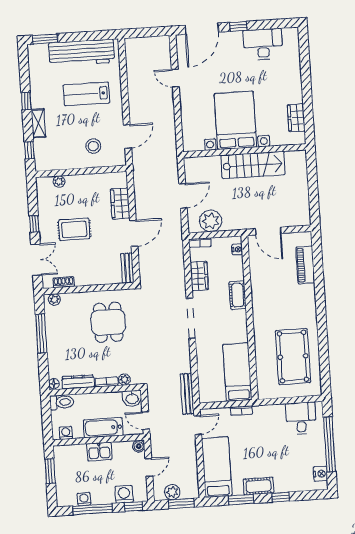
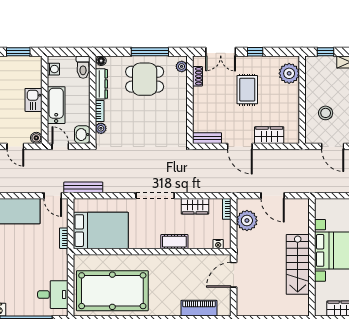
plant: (59, 181) -> (289, 73), width x1.87, depth x1.87
dining table: (108, 322) -> (145, 79), moved
pool table: (293, 357) -> (112, 291), width x1.36, depth x1.32
bed: (237, 372) -> (101, 231), width x1.50
door: (146, 421) -> (60, 146), hinge flipped

